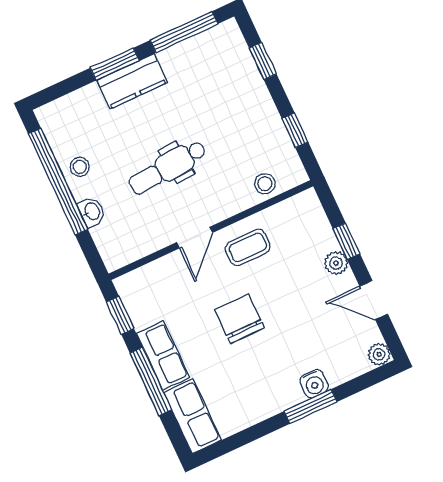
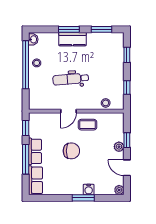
window: (184, 32) -> (102, 29), width x0.69
washbasin: (92, 212) -> (33, 39), moved
chair: (240, 319) -> (71, 151), turned 90

